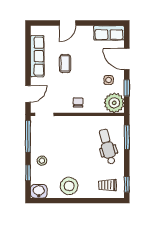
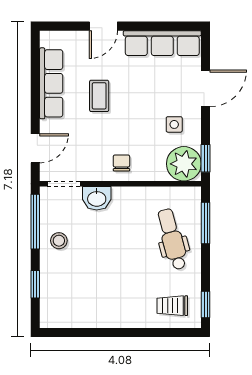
row of seats: (109, 33) -> (162, 43), width x1.48
door: (127, 59) -> (206, 88), swing flipped
window: (127, 88) -> (206, 158), moved
stool: (42, 161) -> (59, 241), moved
stool: (69, 186) -> (106, 307), removed
washbasin: (39, 191) -> (97, 198), moved, turned 180

